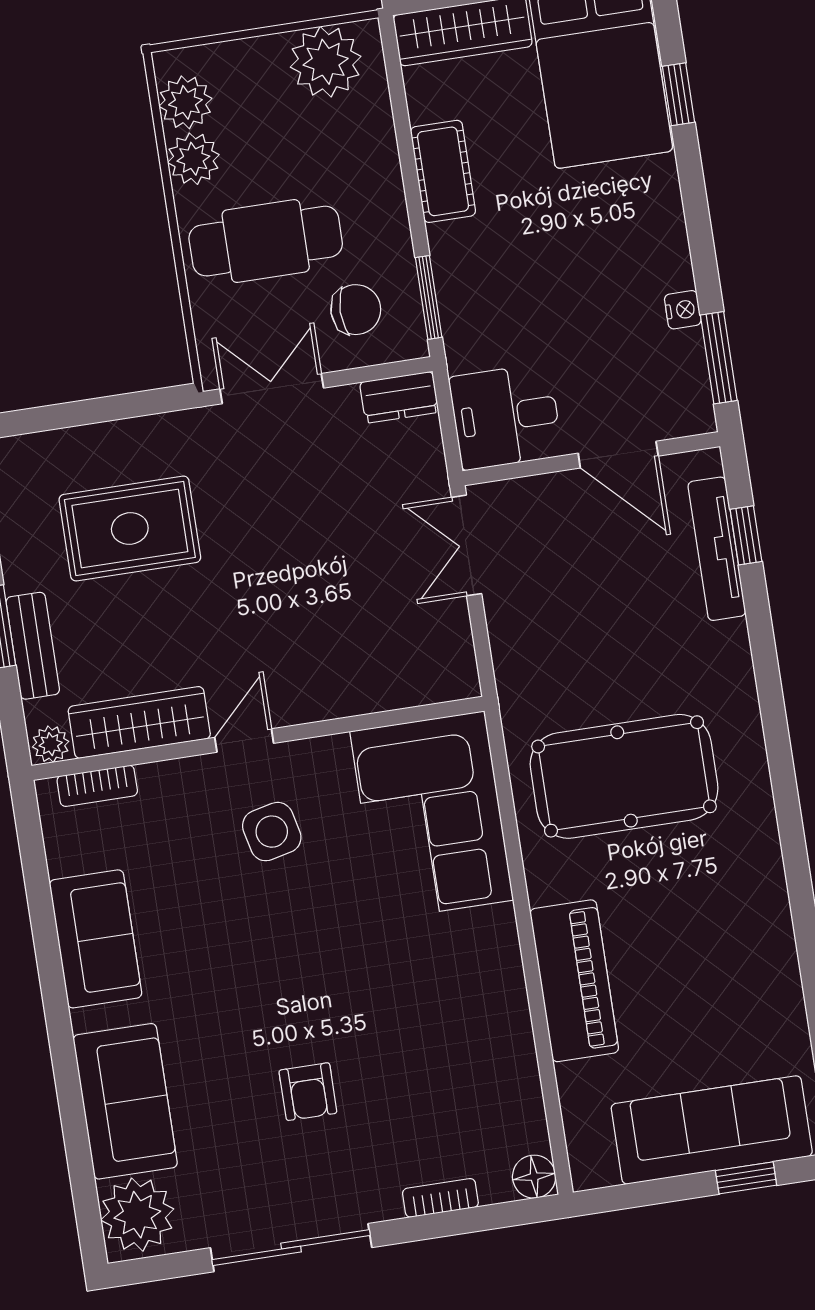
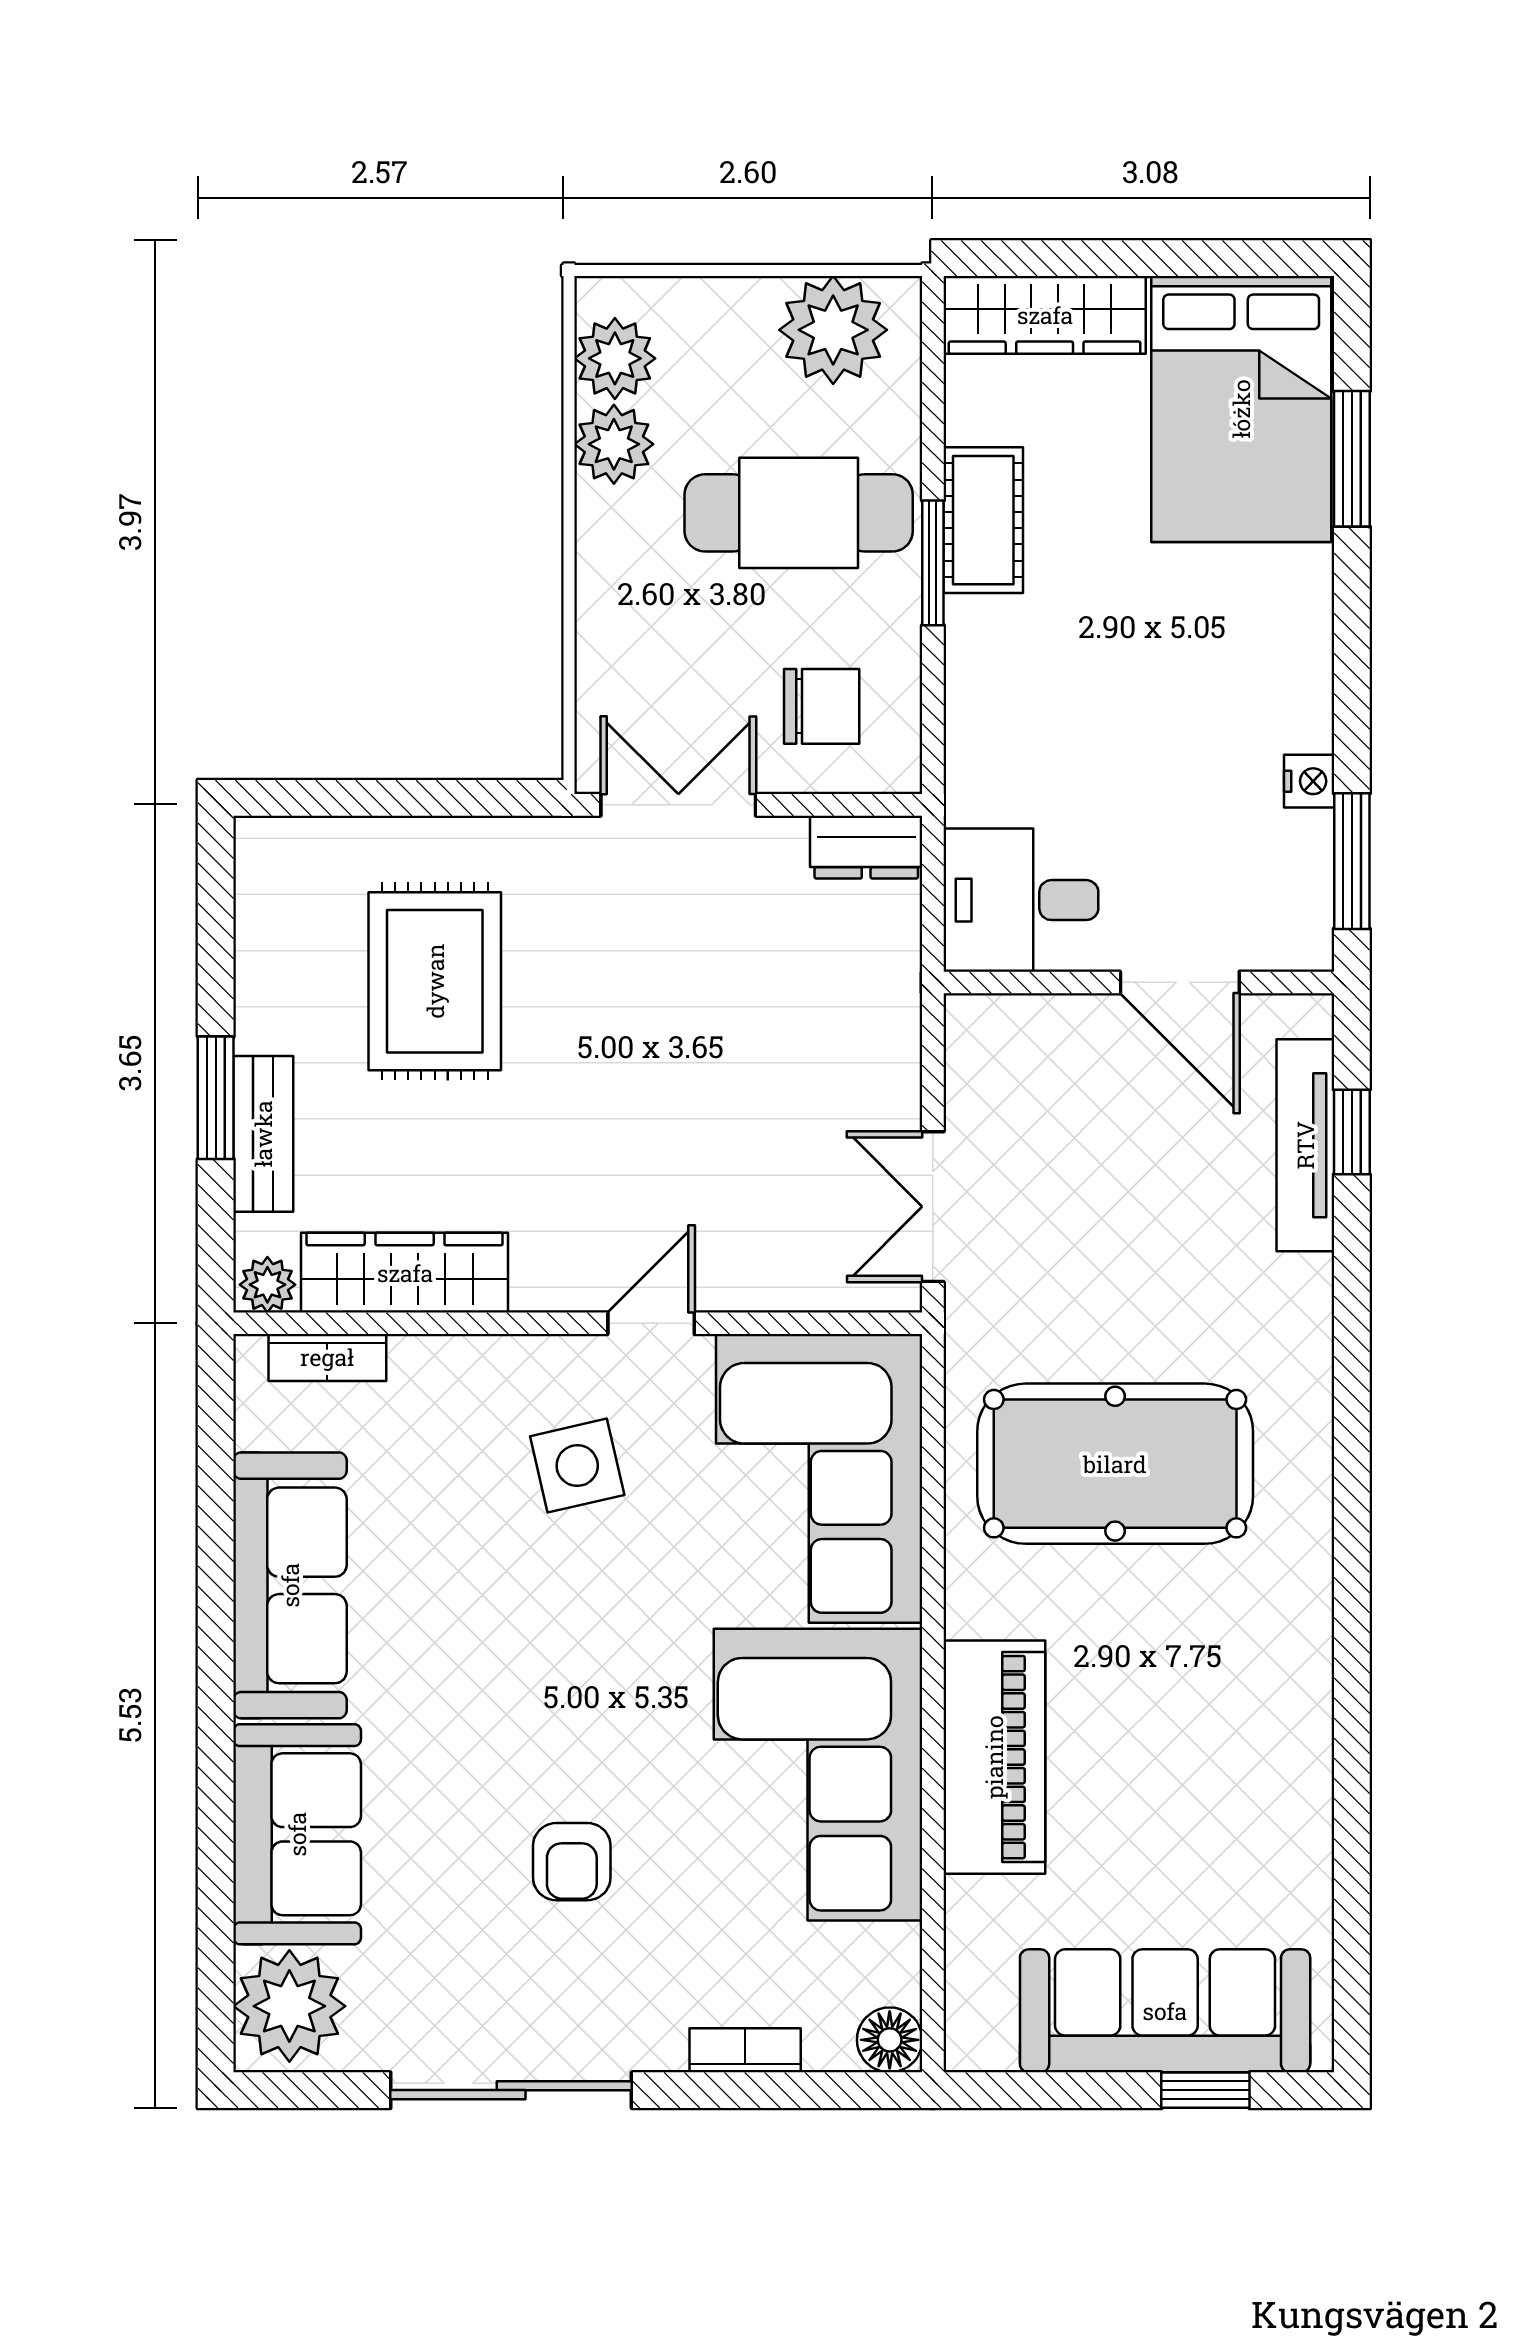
window: (678, 94) -> (1352, 459), width x1.50
cafe table: (266, 241) -> (799, 513), moved
window: (429, 297) -> (933, 563), moved
rug: (130, 528) -> (435, 981), turned 90
double door: (466, 545) -> (933, 1207), moved
door: (244, 740) -> (651, 1323), moved
sofa: (96, 939) -> (290, 1585), width x1.36
corner sofa: (461, 1010) -> (818, 1775), added

